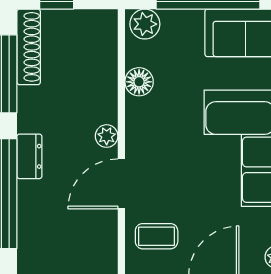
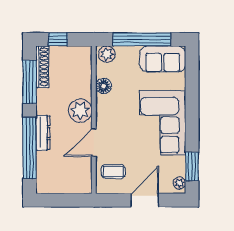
plant: (107, 136) -> (80, 111), width x1.87, depth x1.87
dresser: (29, 156) -> (43, 133), width x1.44

